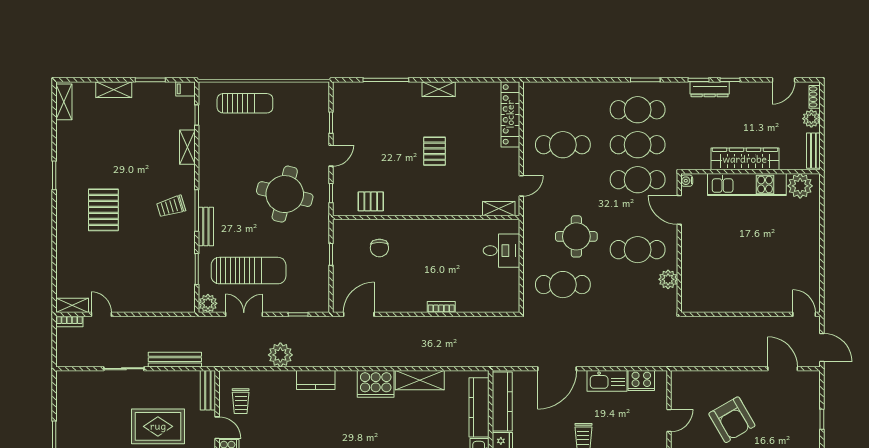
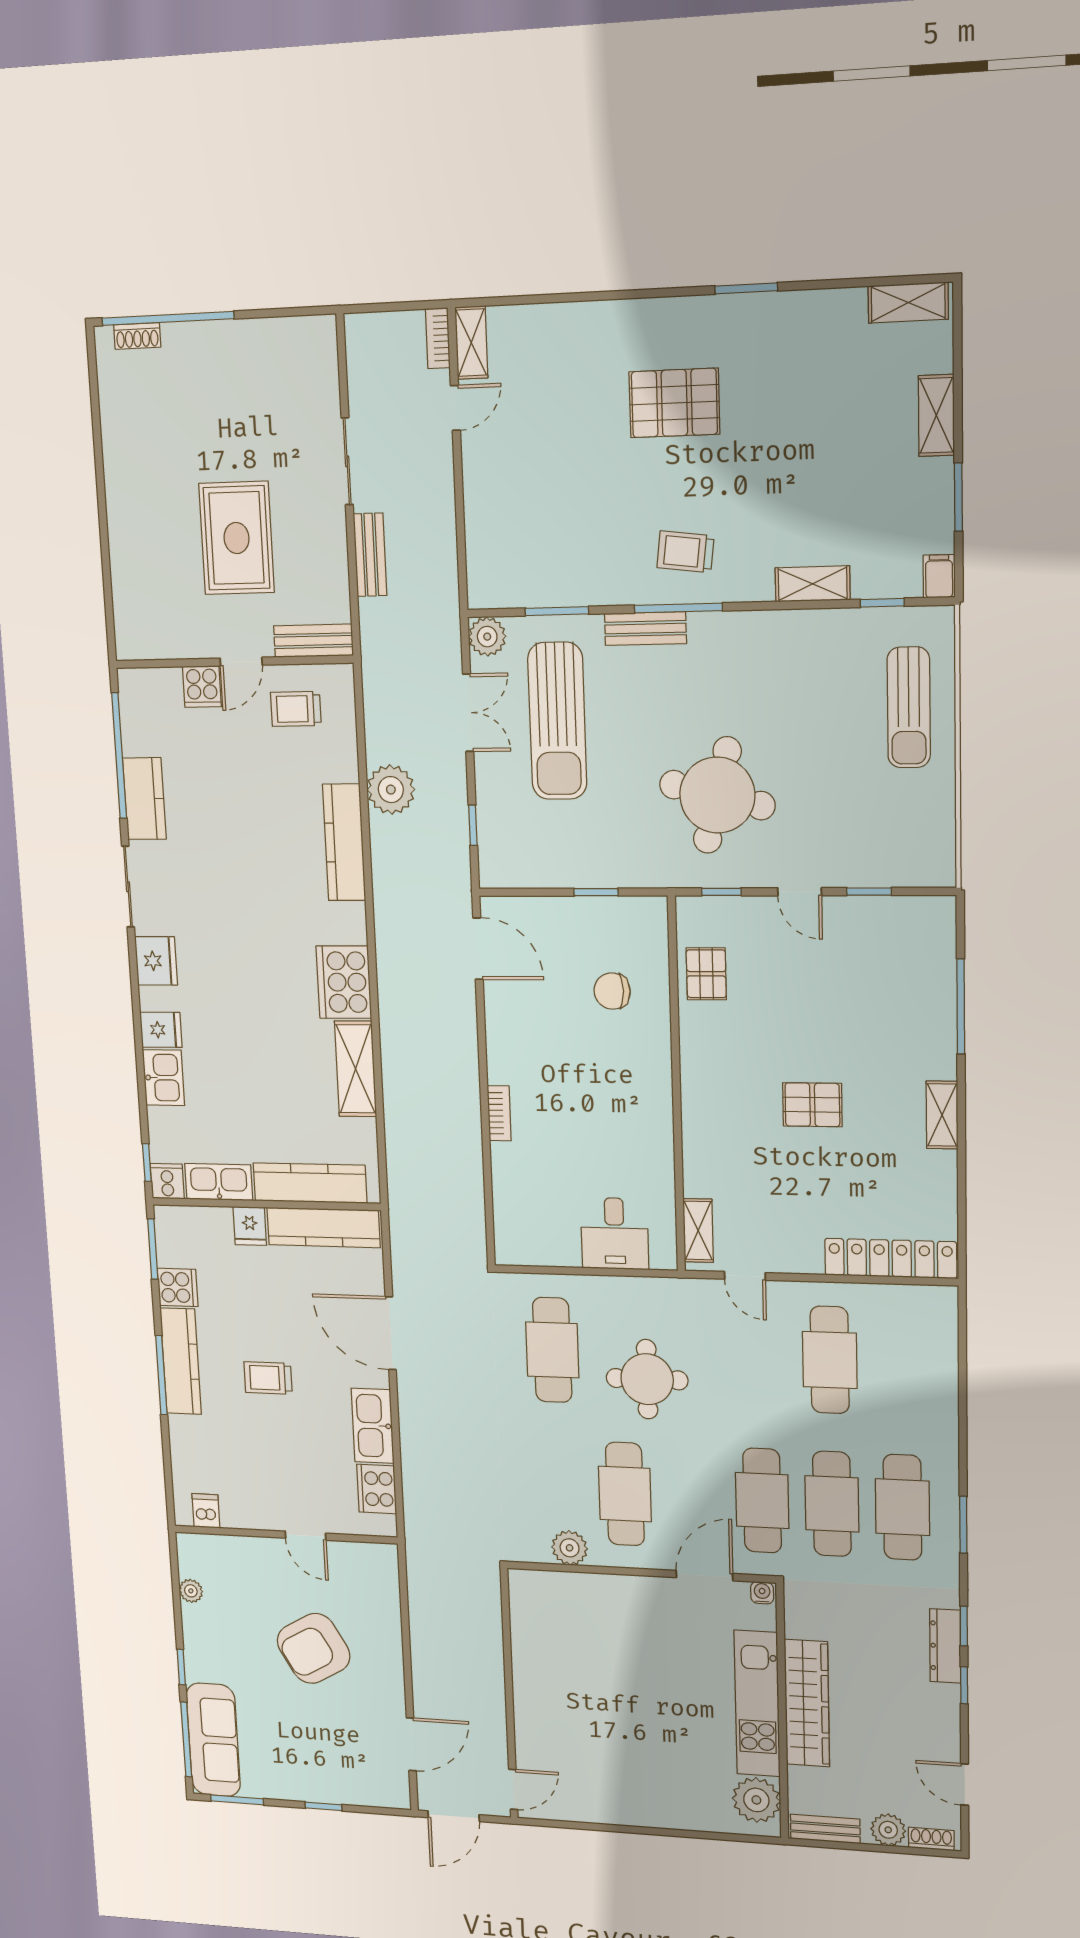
trolley: (171, 206) -> (686, 552), turned -66
bench: (175, 360) -> (370, 555), width x0.73
kitchen counter: (316, 380) -> (344, 842), width x1.50

